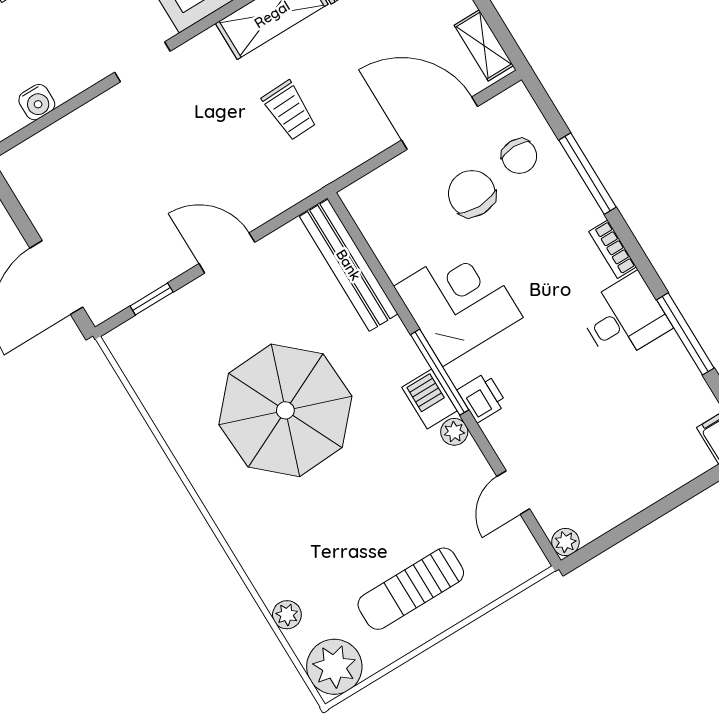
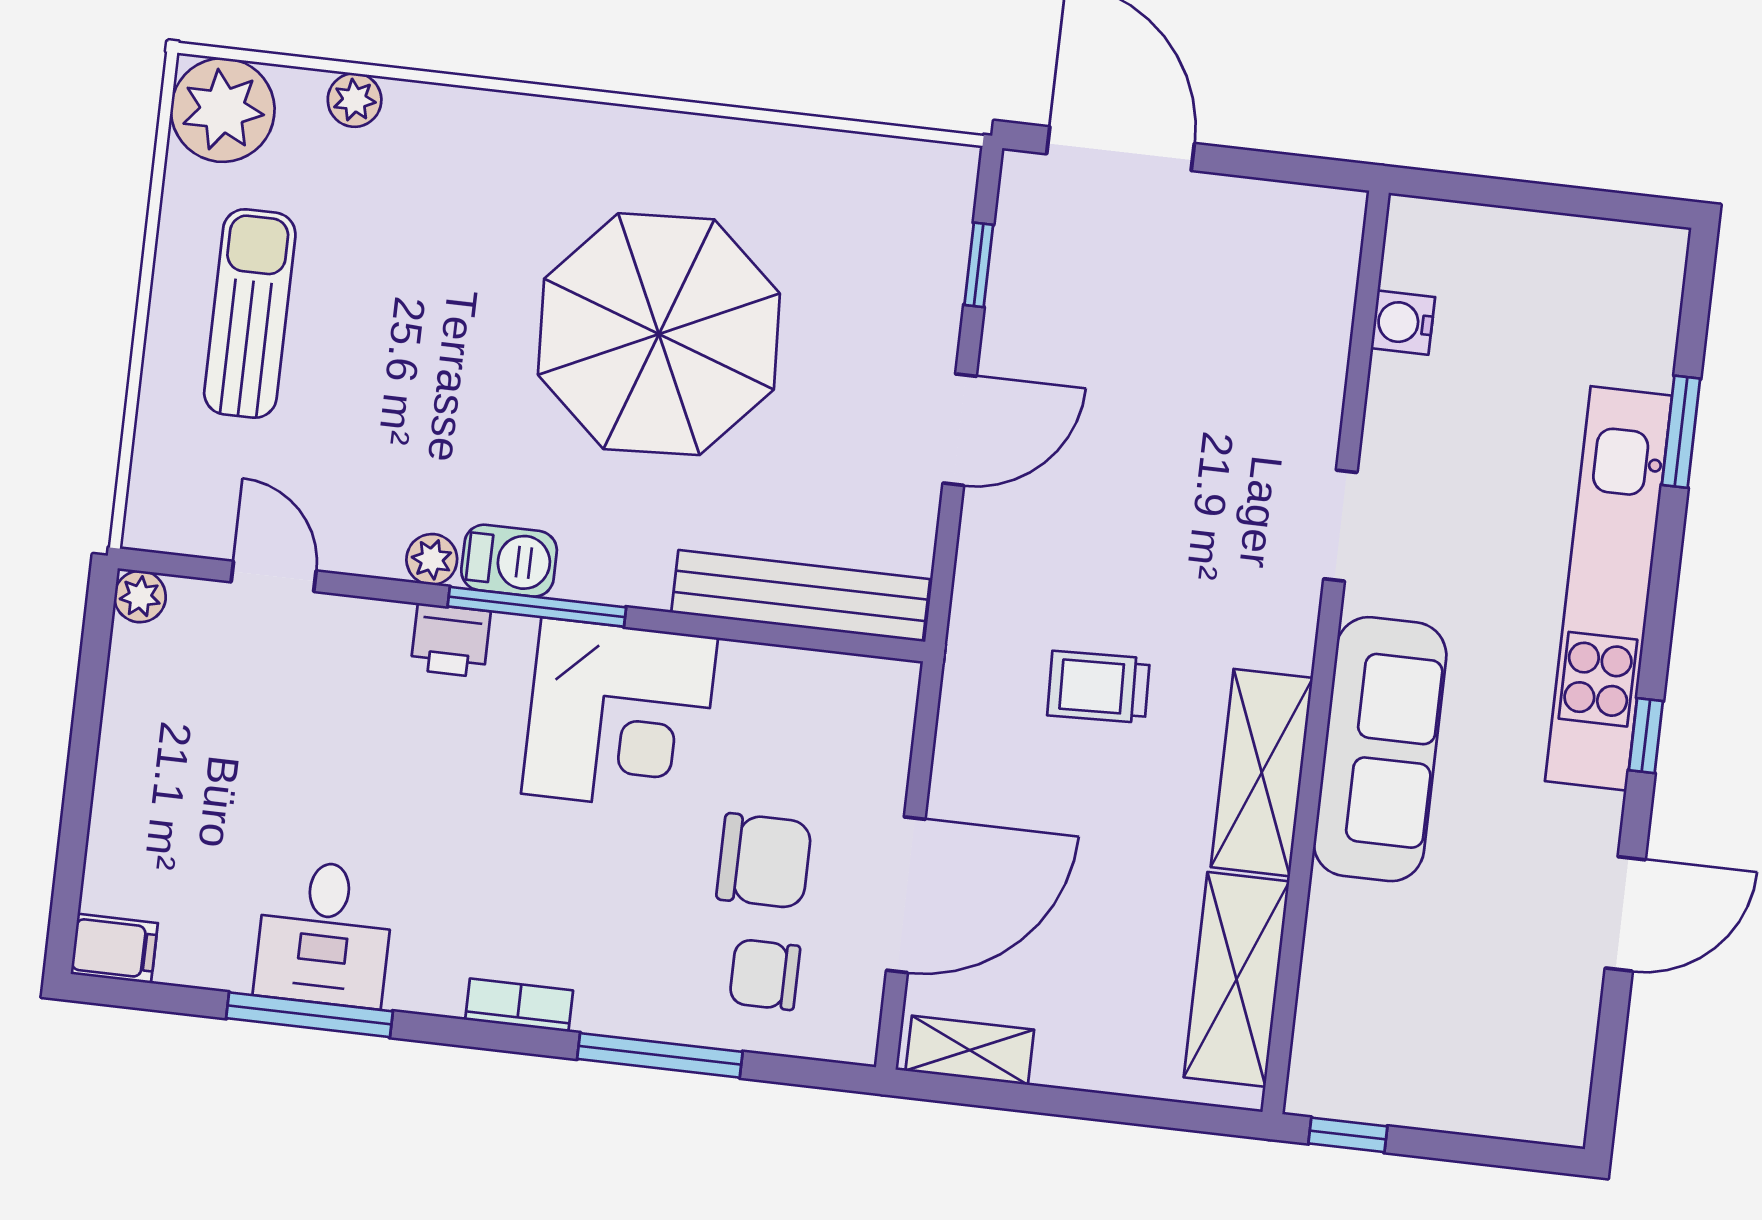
desk: (624, 318) -> (324, 933), moved

